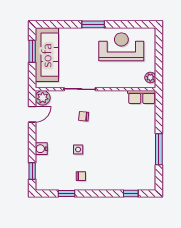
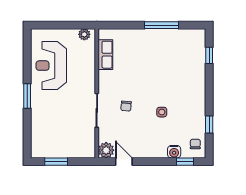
sofa: (47, 55) -> (60, 146), removed
row of seats: (142, 97) -> (105, 55), moved
water cooler: (41, 149) -> (174, 152), moved
chair: (81, 176) -> (195, 144), moved

